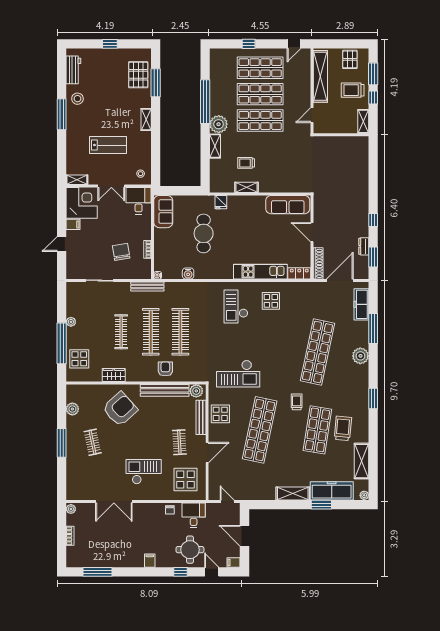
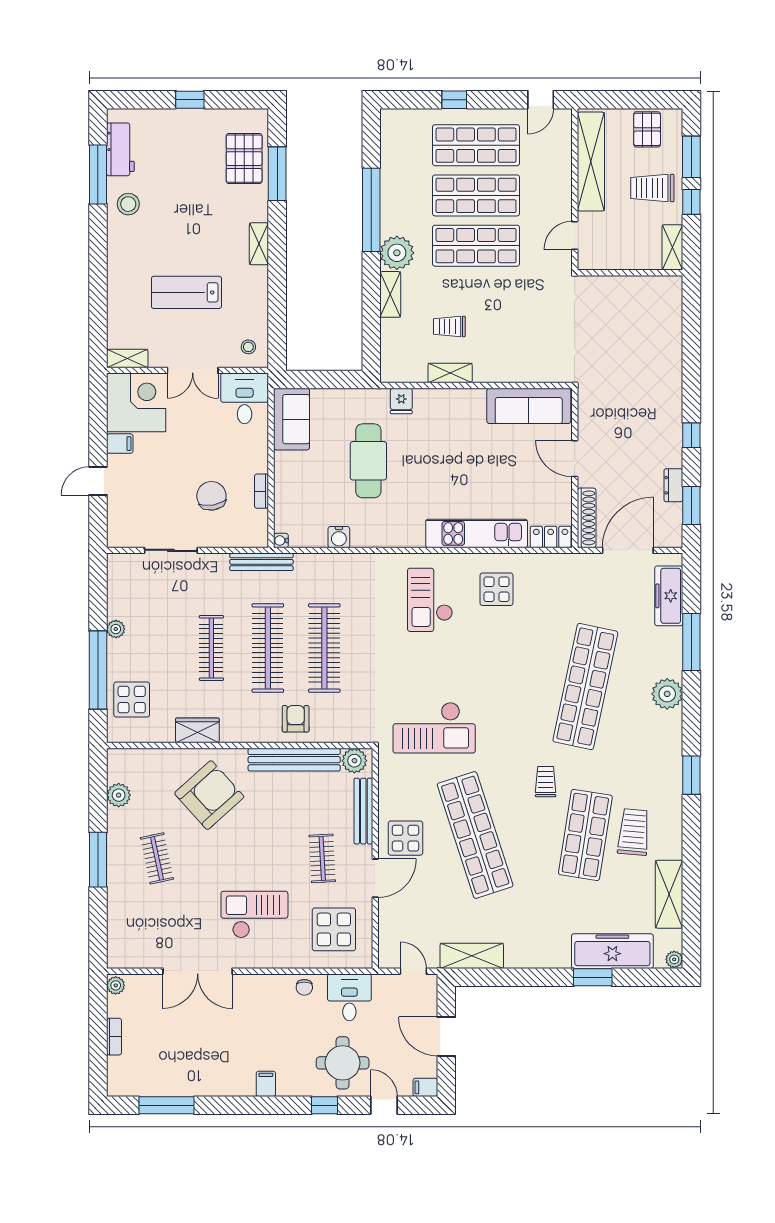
window: (62, 114) -> (98, 175), moved
lab bench: (108, 145) -> (186, 292), turned 180
display table: (220, 414) -> (405, 838), moved
shop shelf: (260, 430) -> (475, 835), turned -30
shelving: (293, 493) -> (472, 956), moved

